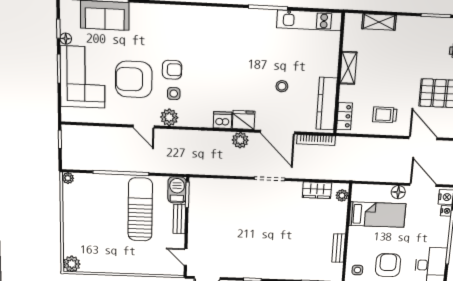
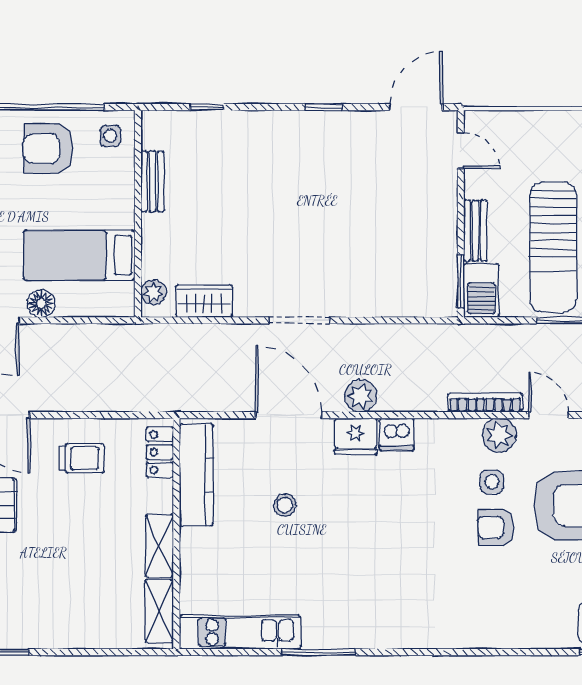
shelving: (379, 22) -> (159, 611), moved, turned 90
bookcase: (316, 140) -> (485, 403), moved
armchair: (388, 265) -> (49, 149), turned 90

